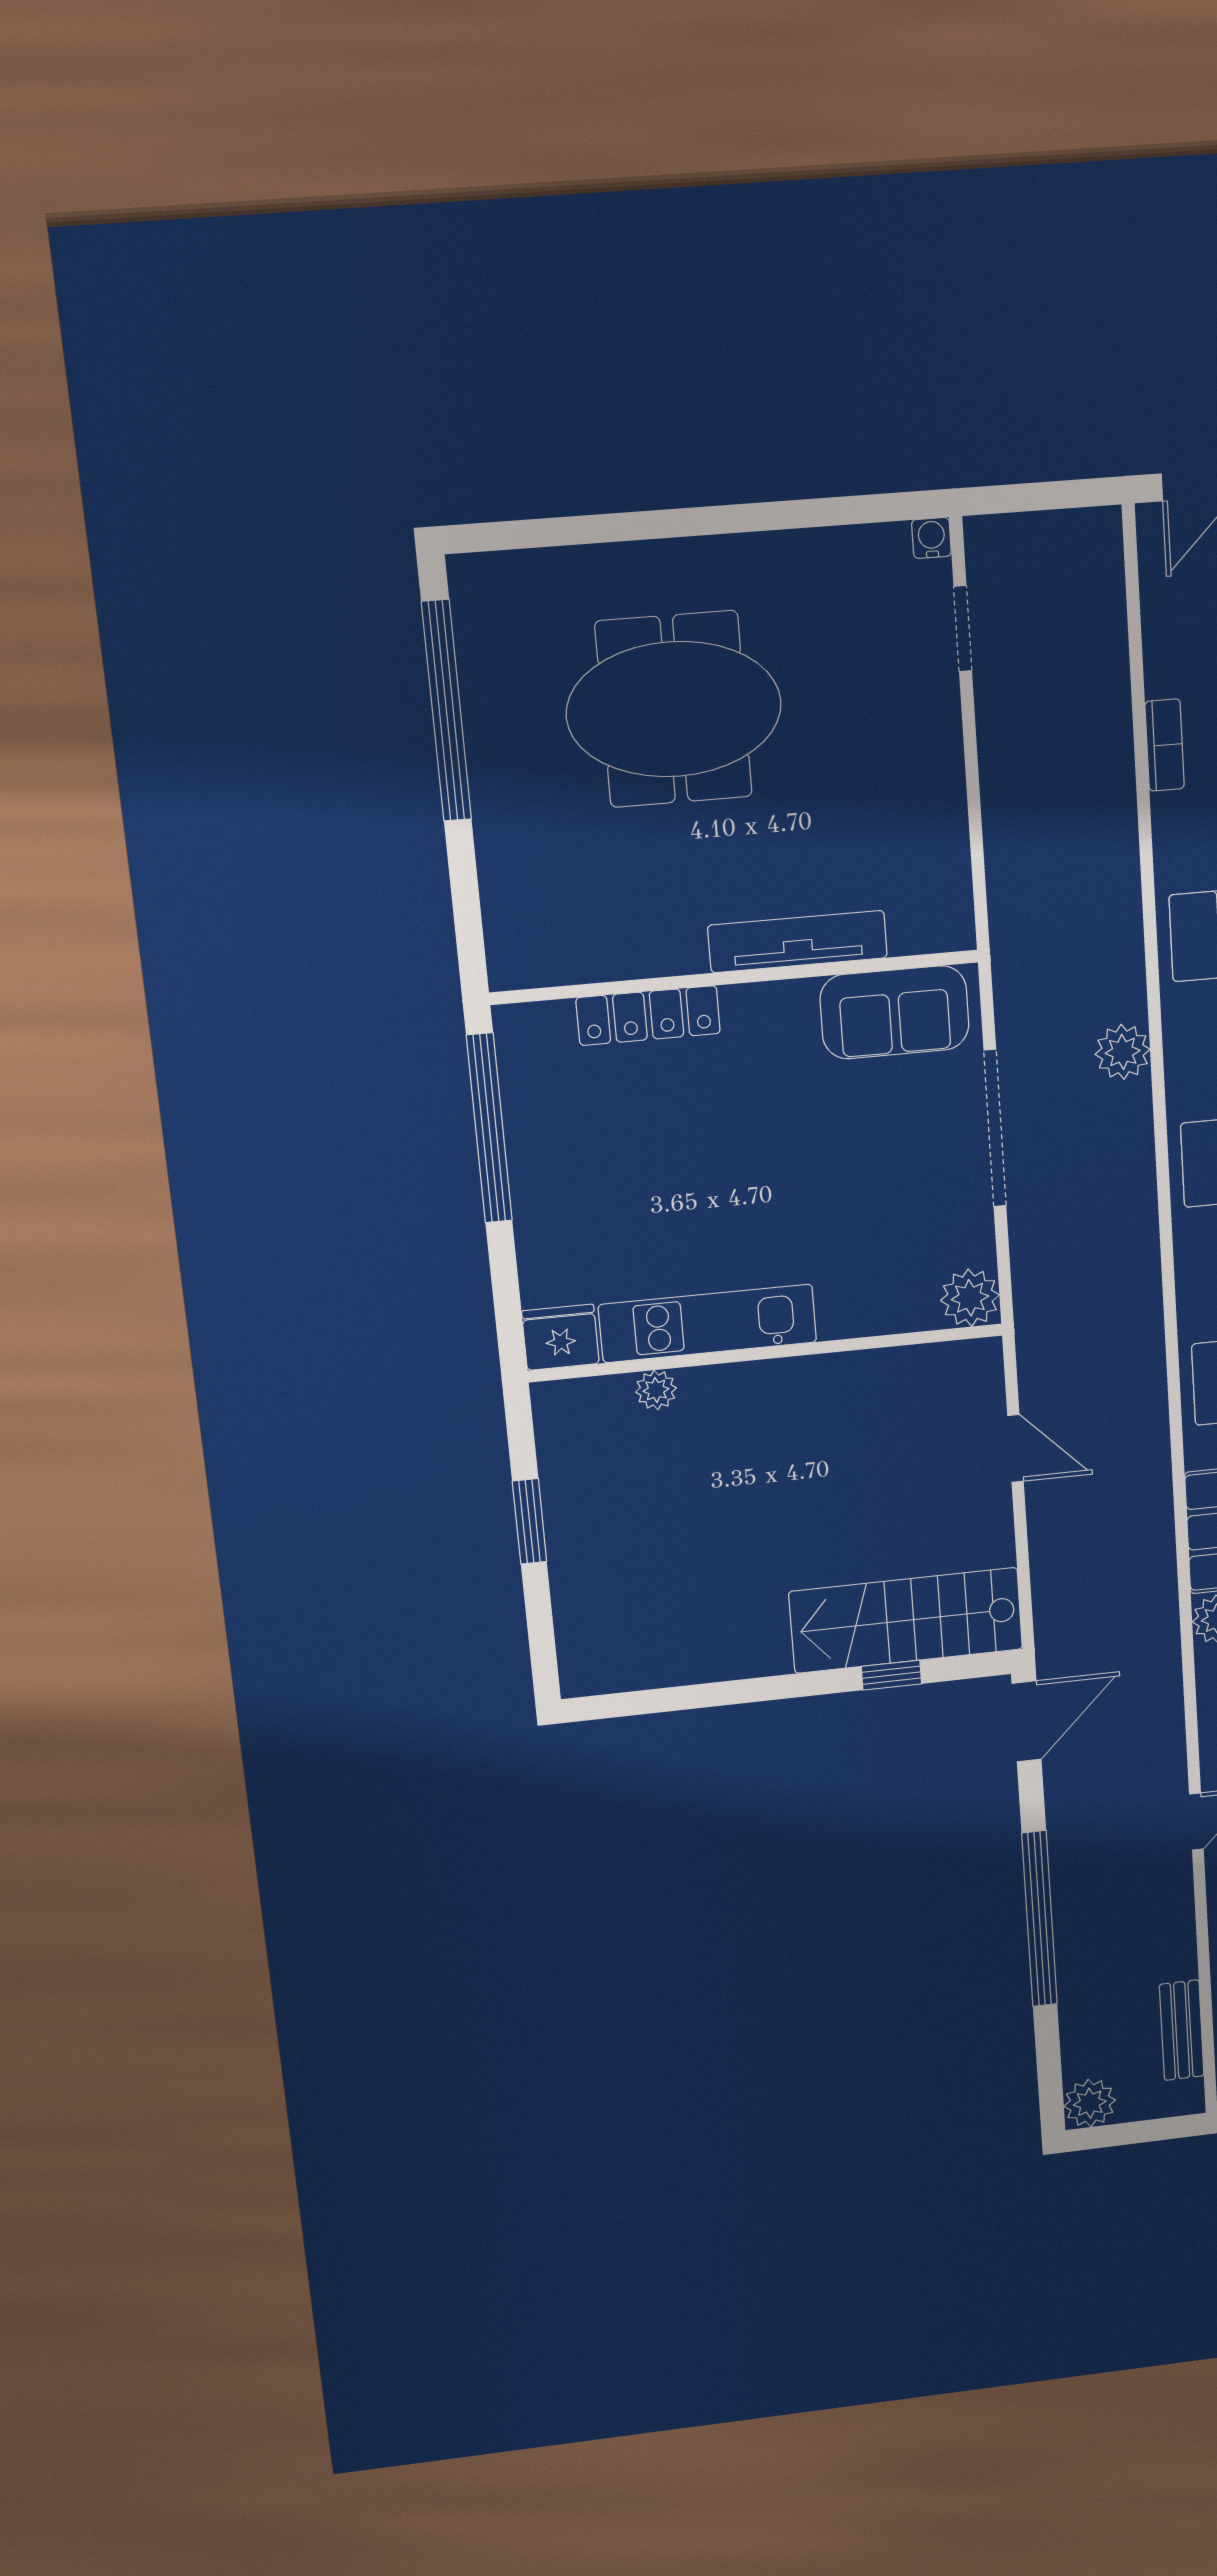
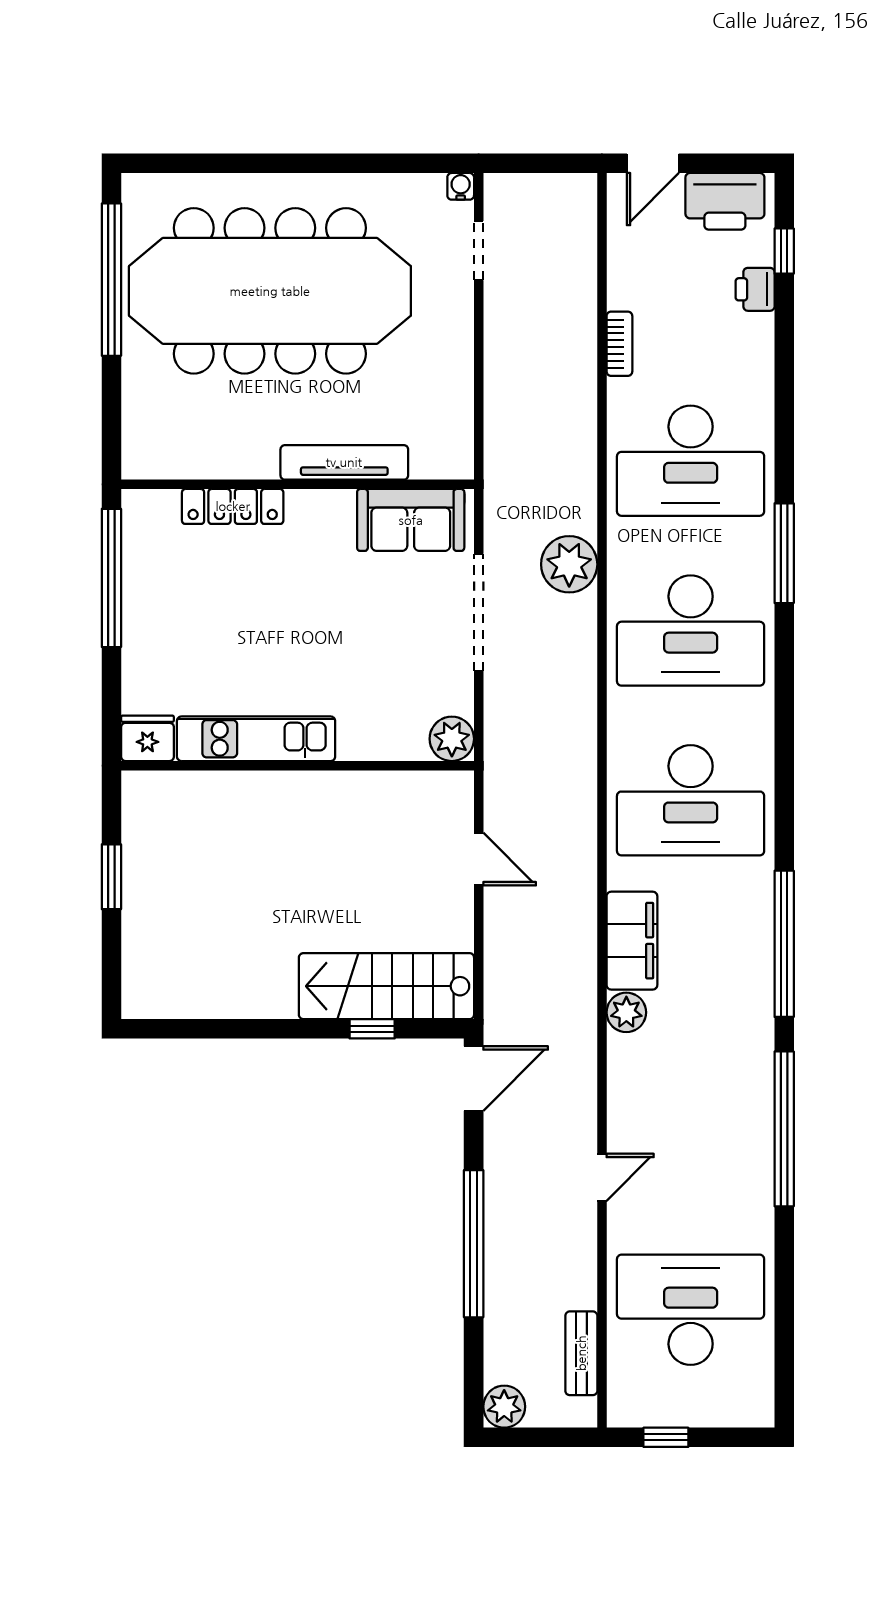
meeting table: (674, 709) -> (270, 291), width x1.86, depth x1.27
plant: (1123, 1052) -> (569, 564), width x1.36, depth x1.36
plant: (656, 1390) -> (214, 786), removed

